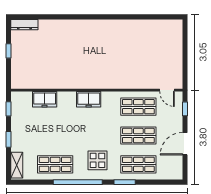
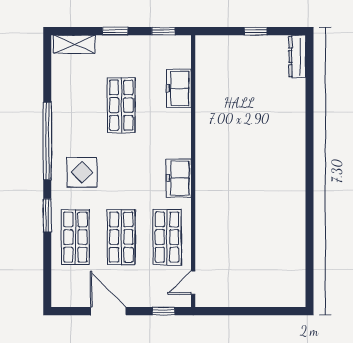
freezer: (89, 99) -> (179, 178), moved
shop shelf: (55, 164) -> (121, 105), moved

